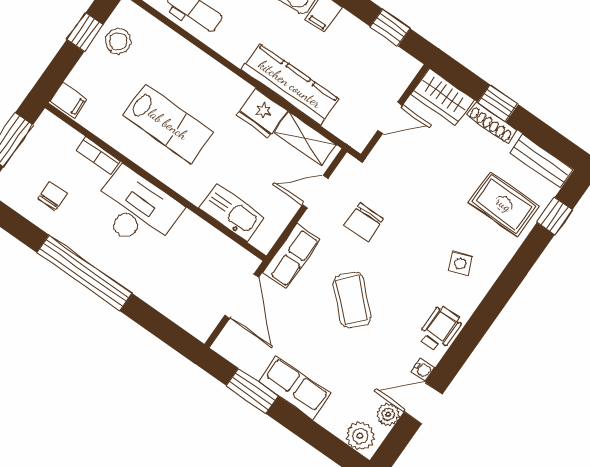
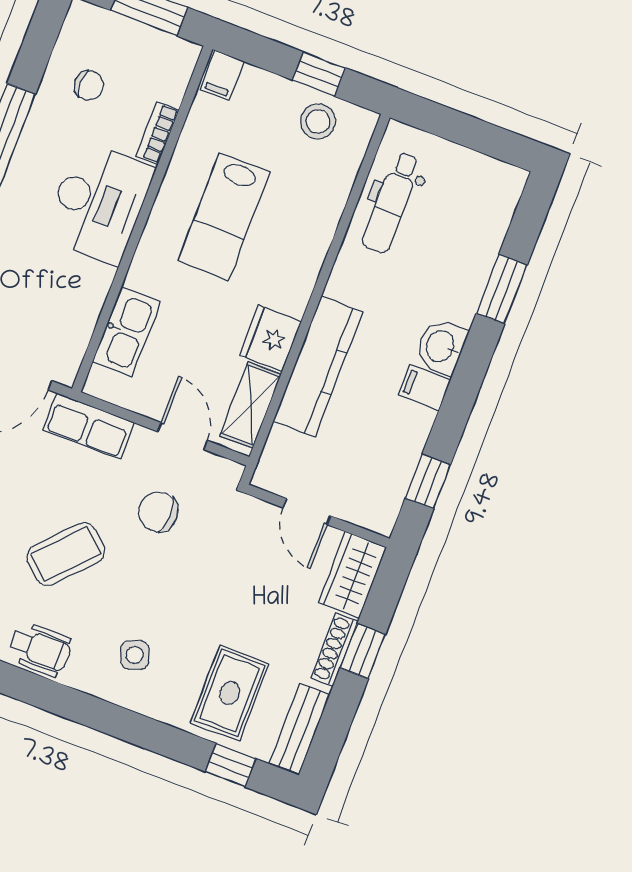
coffee table: (352, 300) -> (66, 554), moved

